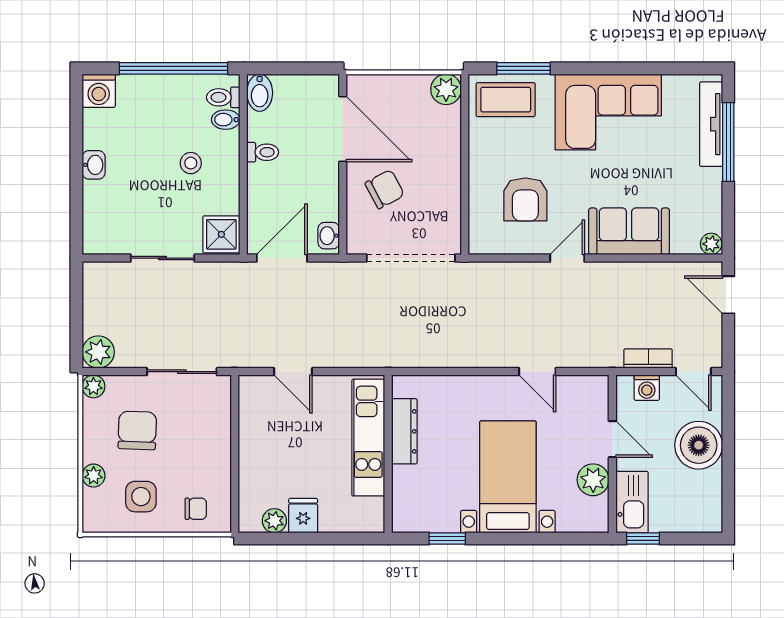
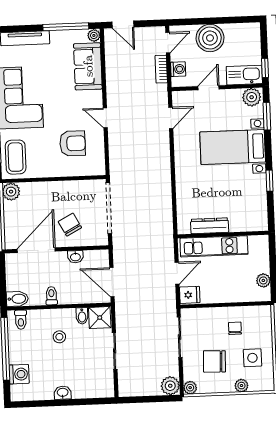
washing machine: (99, 91) -> (19, 374), moved
bidet: (226, 120) -> (82, 316), moved
window: (728, 142) -> (66, 27), moved
sofa: (629, 231) -> (88, 66), moved
washbasin: (329, 236) -> (75, 257), moved
door: (728, 295) -> (123, 24), hinge flipped
door: (537, 372) -> (171, 118), moved
dresser: (404, 431) -> (210, 226), moved
kitchen unit: (368, 438) -> (214, 246), moved
wall: (388, 454) -> (223, 234), moved
plant: (593, 480) -> (252, 97), moved
chair: (196, 509) -> (235, 328), moved
fridge: (303, 516) -> (190, 295), moved, turned 180
window: (559, 538) -> (267, 116), added

